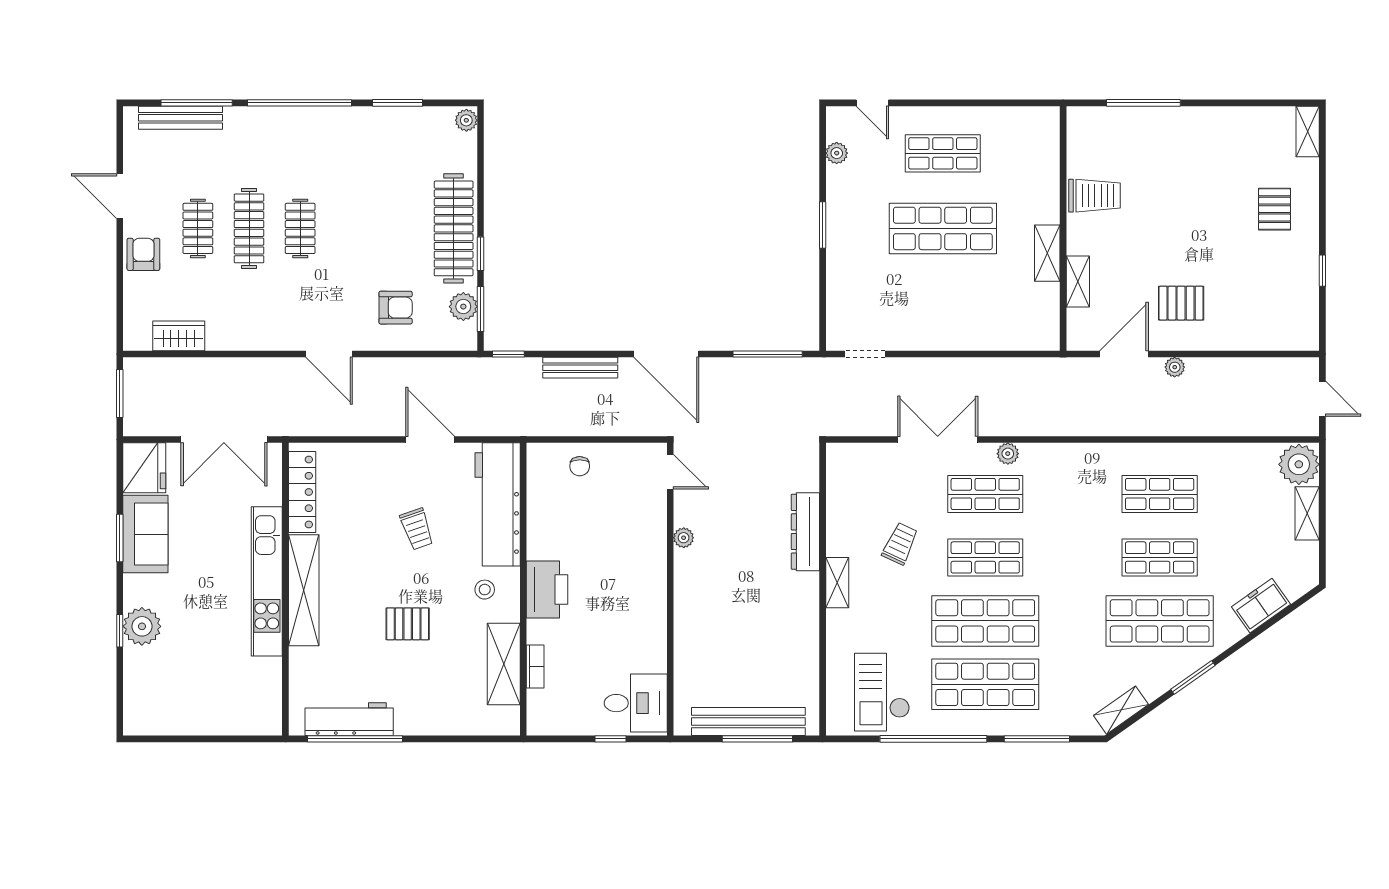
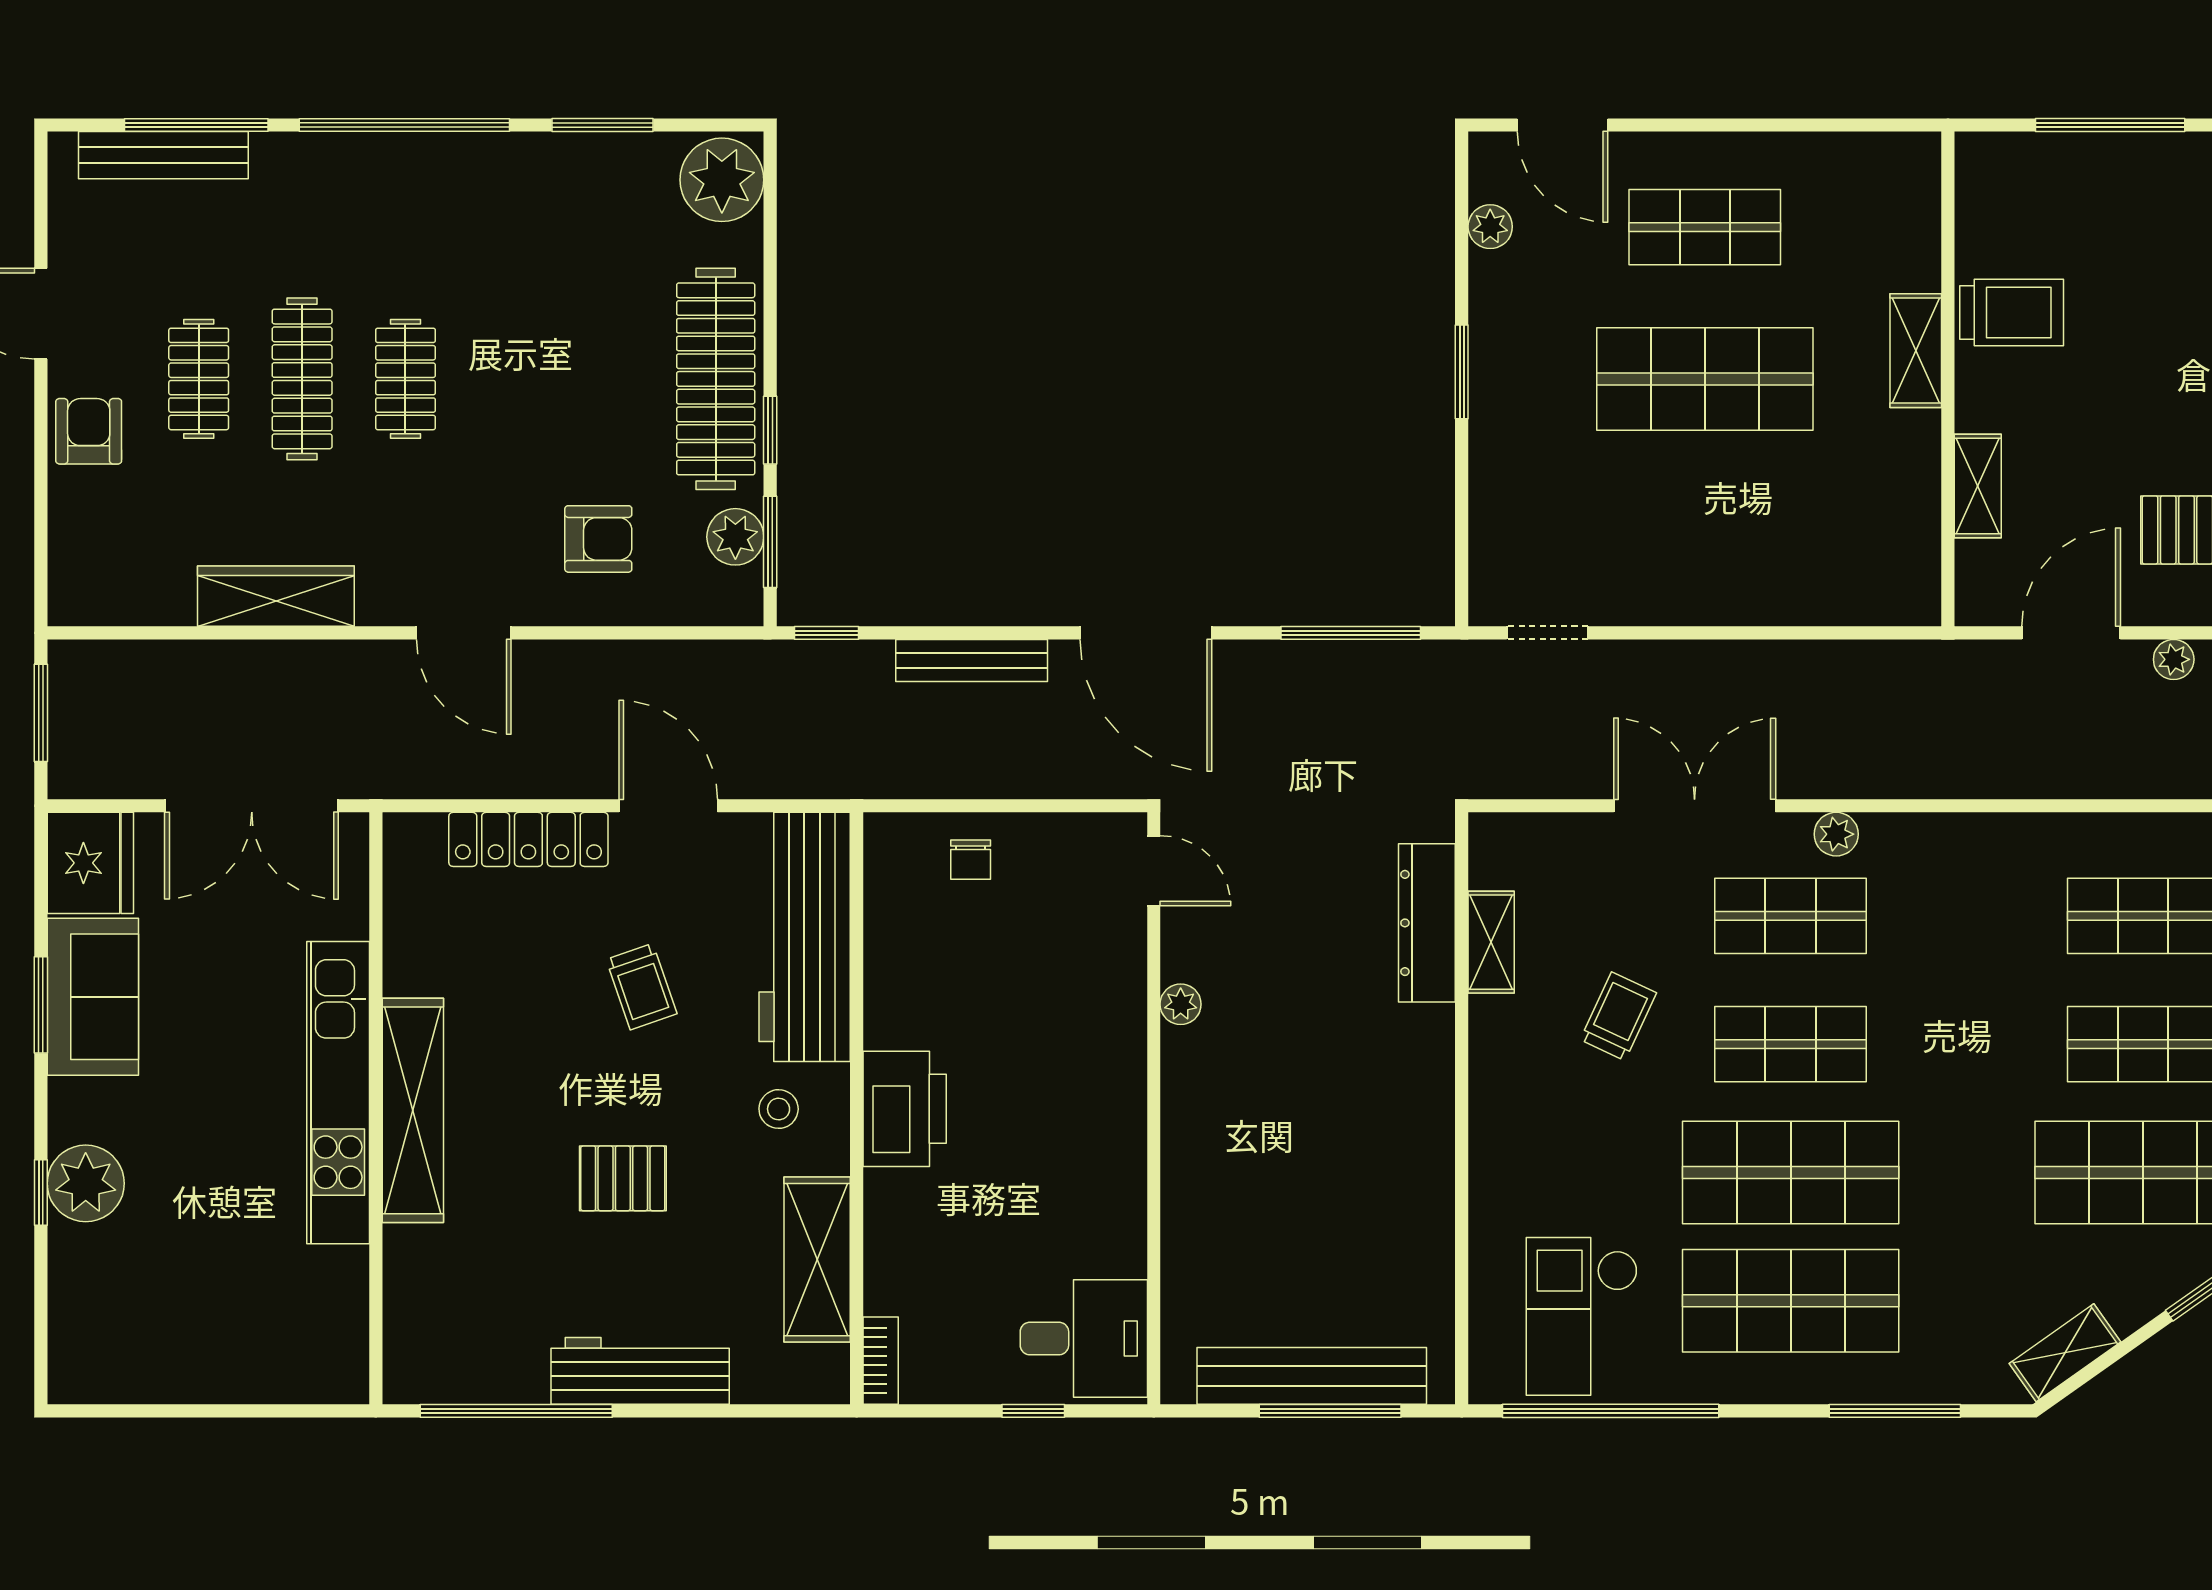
door: (872, 103) -> (1563, 125), width x1.37
plant: (466, 120) -> (722, 180), width x1.88, depth x1.88
shelving: (1047, 253) -> (1916, 351), moved
wardrobe: (179, 336) -> (276, 596), moved, width x1.50
locker: (302, 492) -> (528, 839), moved, turned 90
dresser: (805, 532) -> (1427, 923), moved
shelving: (837, 583) -> (1491, 942), moved
bookcase: (535, 666) -> (881, 1361), moved
workbench: (349, 719) -> (640, 1371), moved
window: (933, 739) -> (1611, 1411), moved

